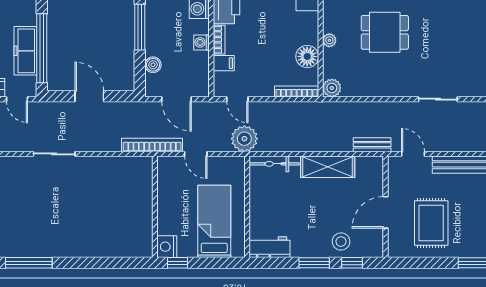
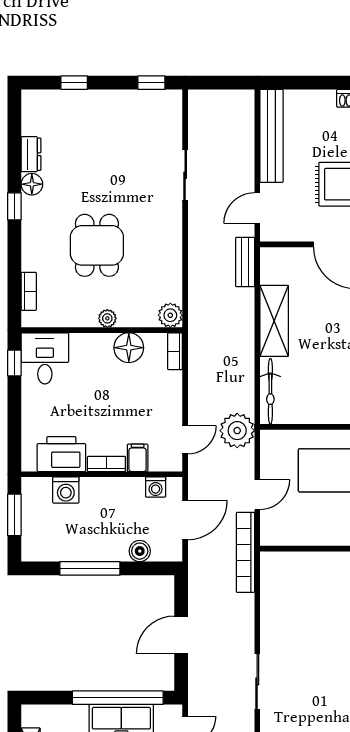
washing machine: (202, 42) -> (156, 487), moved
bookcase: (297, 92) -> (175, 351), width x0.64

